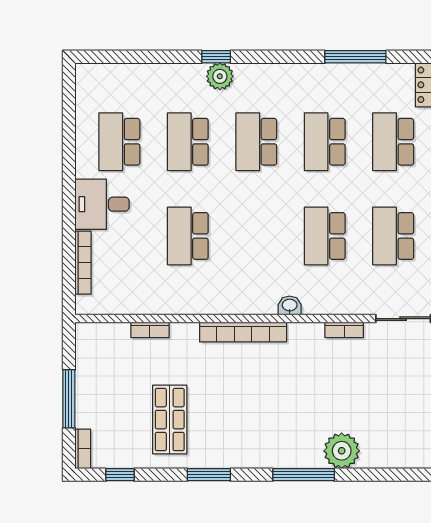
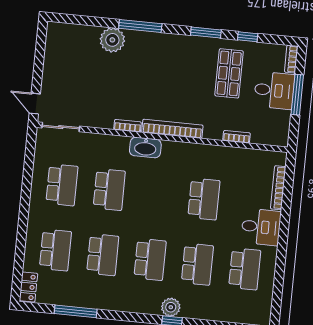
washbasin: (290, 306) -> (145, 148), width x1.91, depth x1.45
bookcase: (344, 330) -> (128, 126), moved
desk: (103, 402) -> (274, 90), added
window: (120, 475) -> (248, 37), moved

